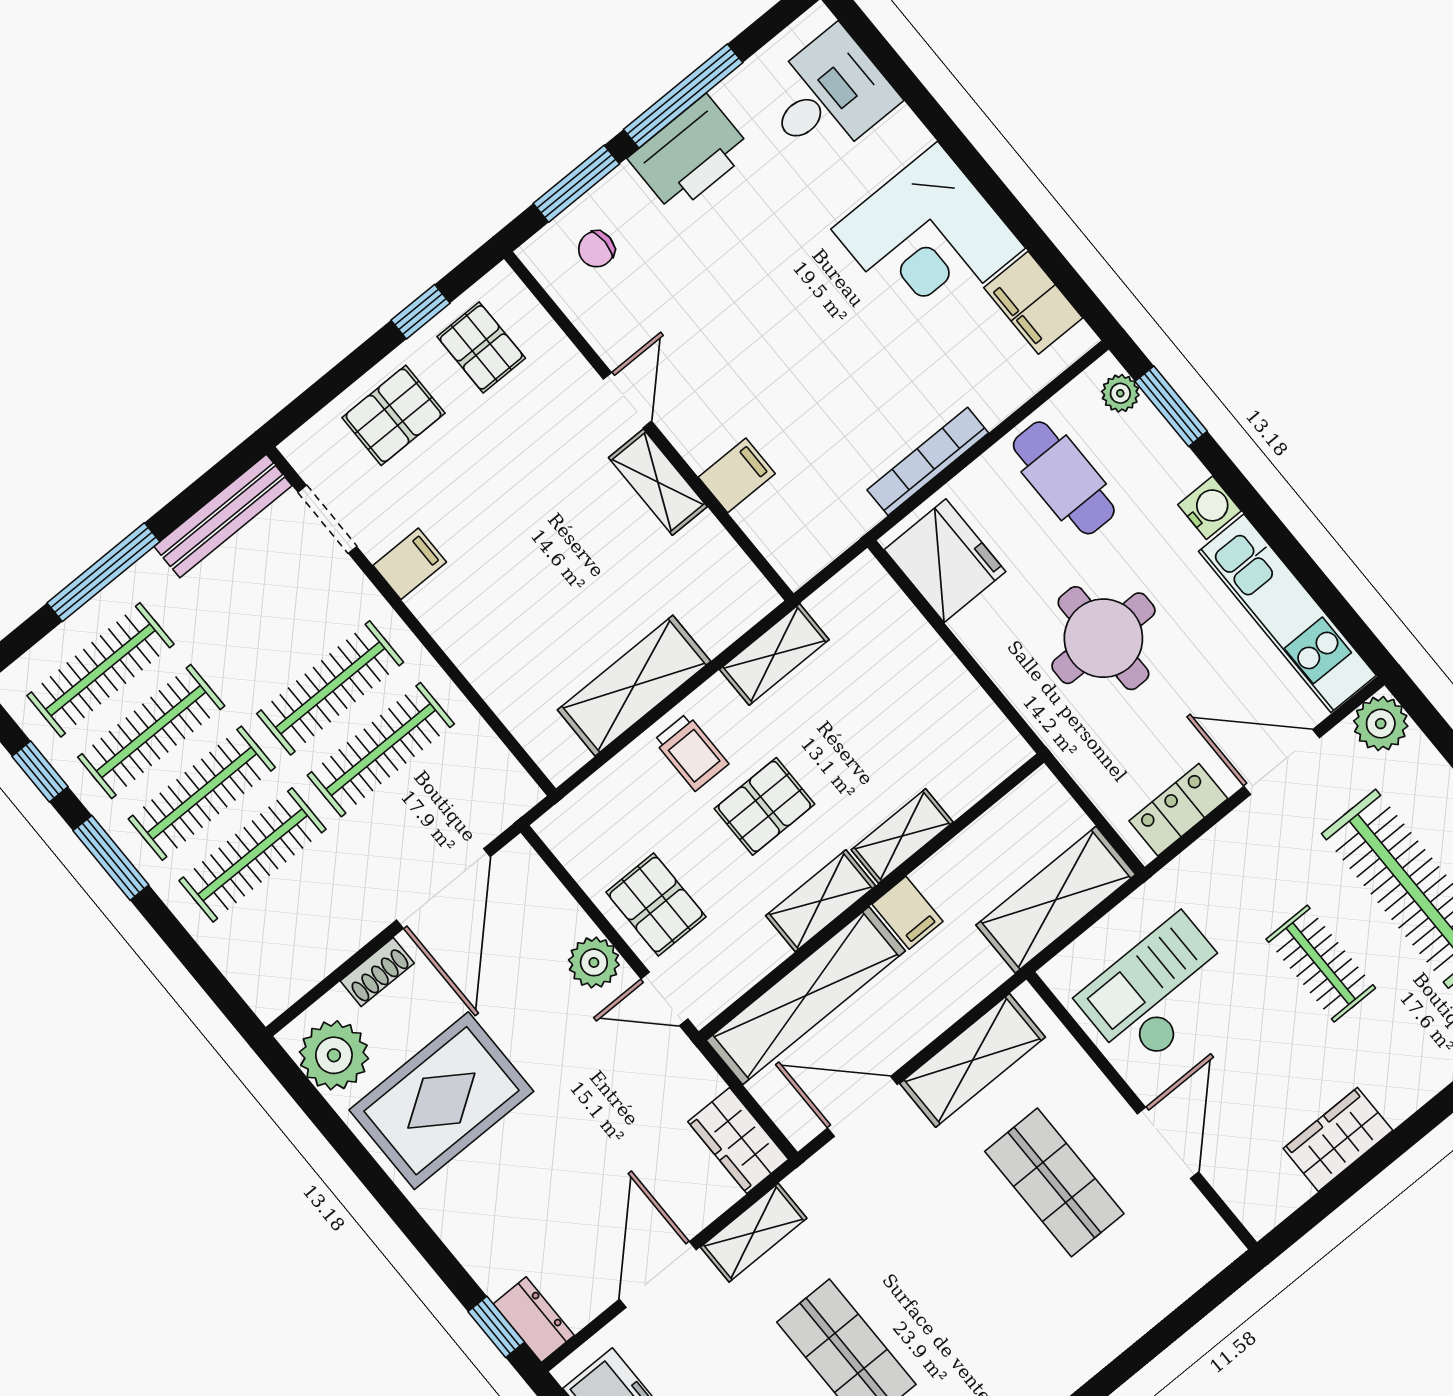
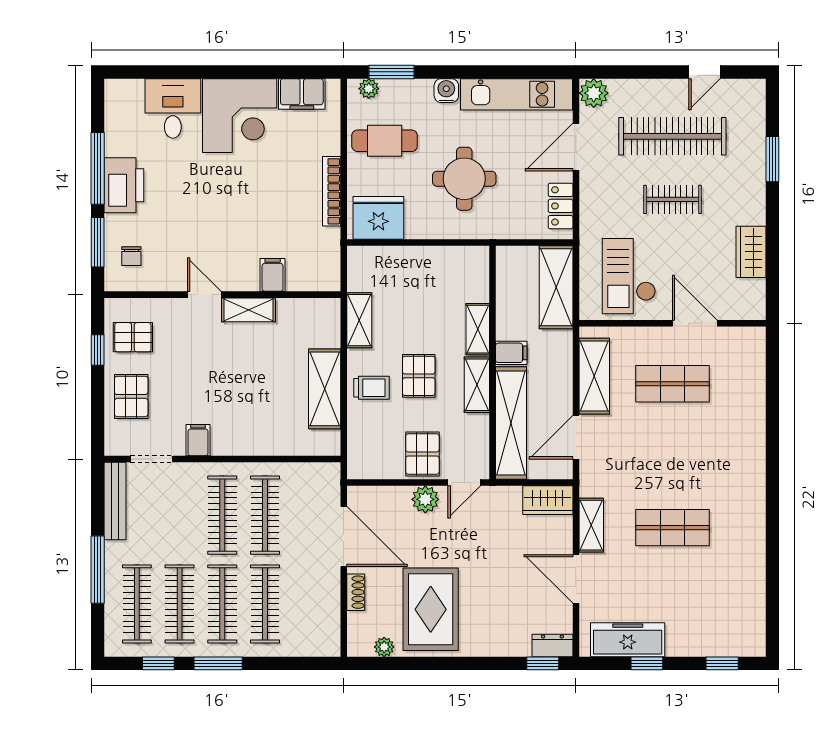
desk: (828, 96) -> (173, 108), moved
pallet: (656, 905) -> (422, 454), turned 90
plant: (334, 1055) -> (384, 647), width x0.53, depth x0.53

